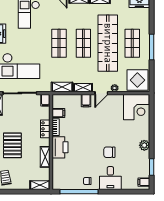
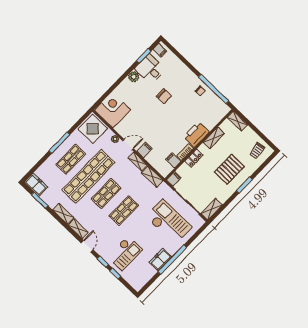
desk: (110, 178) -> (150, 69), moved, turned -90

